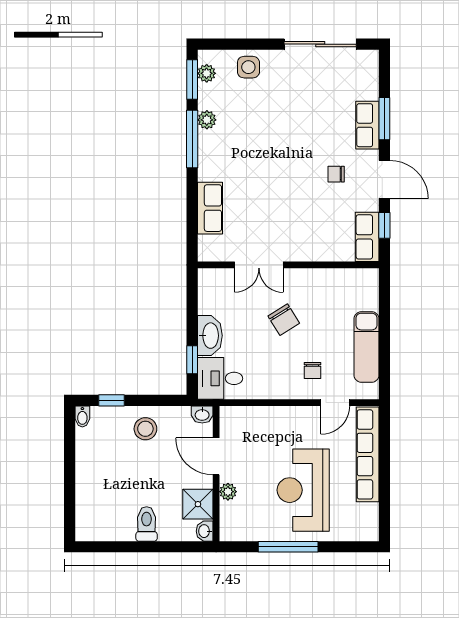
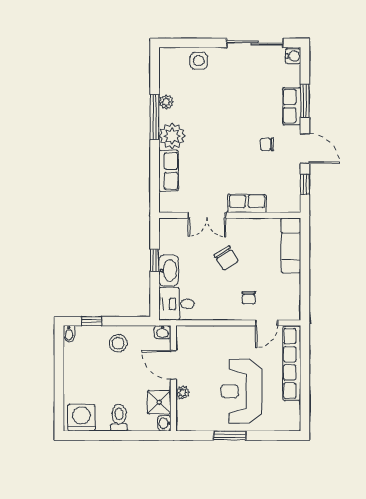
water cooler: (369, 61) -> (293, 56), added
plant: (207, 73) -> (172, 136), moved, width x1.87, depth x1.87
window: (192, 80) -> (155, 70), removed
row of seats: (367, 237) -> (247, 203), moved, turned 90
exam couch: (367, 347) -> (291, 245), moved
window: (192, 360) -> (155, 260), moved
washing machine: (98, 524) -> (81, 418), added
window: (288, 547) -> (230, 436), width x0.69

